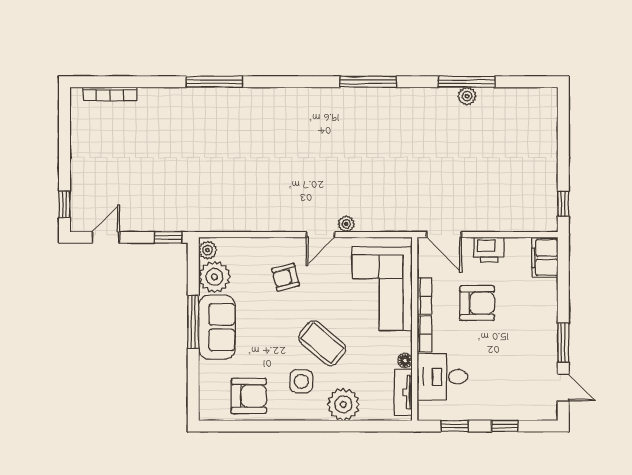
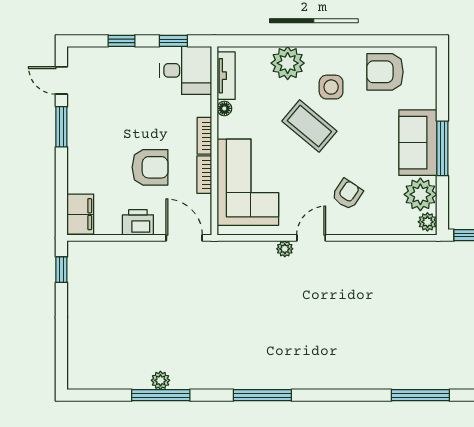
armchair: (286, 277) -> (347, 194), turned -42
armchair: (477, 303) -> (150, 167), turned 180
desk: (442, 377) -> (186, 70), moved

